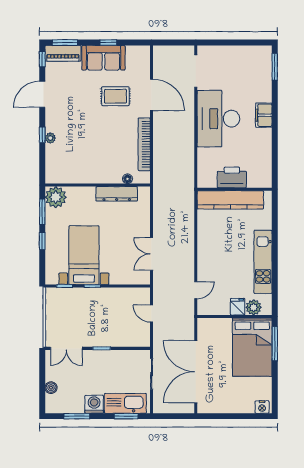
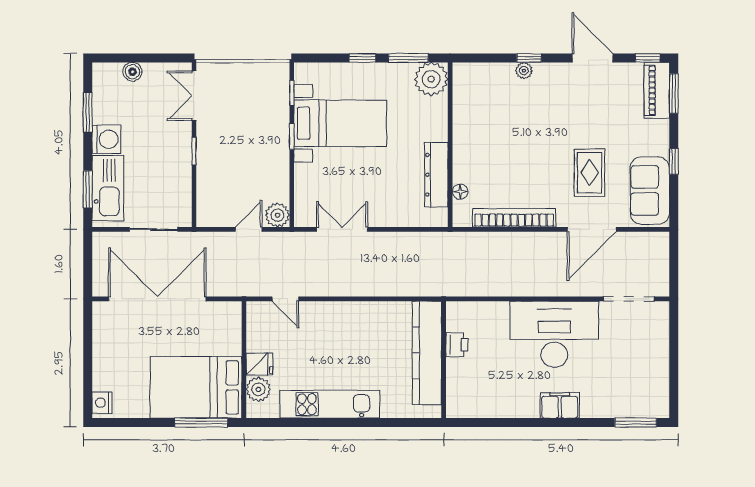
sofa: (103, 58) -> (650, 190), moved
printer: (232, 177) -> (457, 345), width x0.53, depth x0.68
plant: (142, 295) -> (277, 215), added

